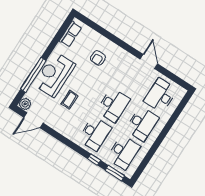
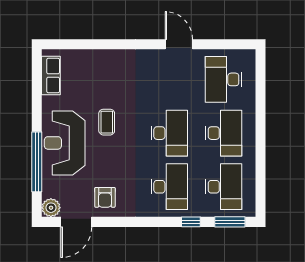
armchair: (98, 58) -> (105, 197), moved
coffee table: (70, 100) -> (107, 122), moved

